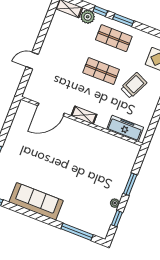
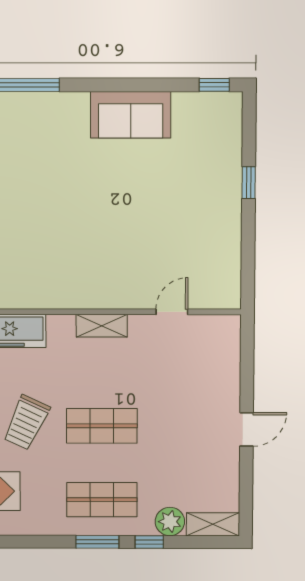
door: (32, 61) -> (246, 429), moved
door: (51, 109) -> (172, 312), width x0.53
sofa: (36, 201) -> (131, 115), width x0.73

